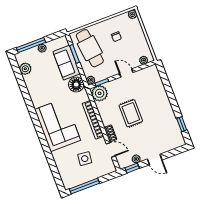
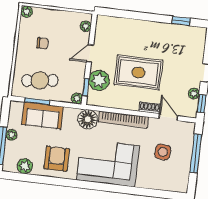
cafe table: (90, 48) -> (40, 80), width x0.73, depth x0.74
floor lamp: (76, 85) -> (88, 119), moved
armchair: (42, 88) -> (57, 159), added
plant: (100, 93) -> (99, 80), moved
rug: (131, 113) -> (138, 72), width x1.36, depth x1.43
door: (111, 150) -> (168, 117), hinge flipped
window: (84, 186) -> (196, 153), moved

